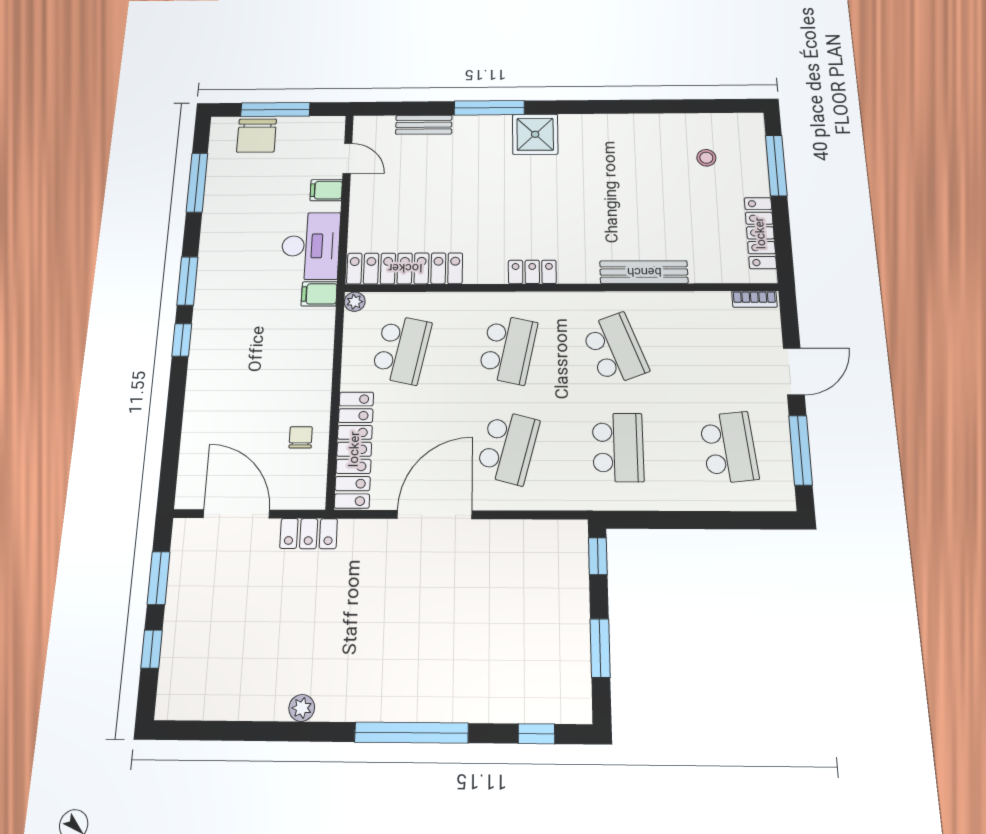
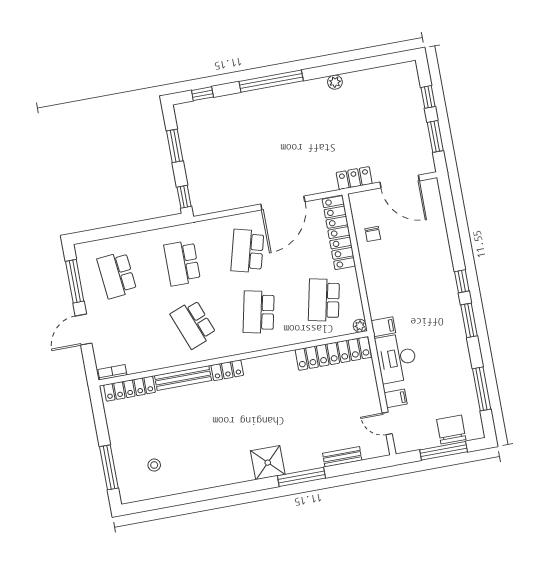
locker: (760, 233) -> (129, 389), moved, turned 90
locker: (532, 272) -> (227, 370), moved

